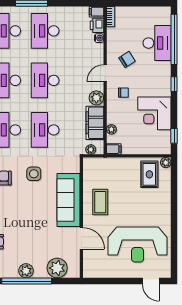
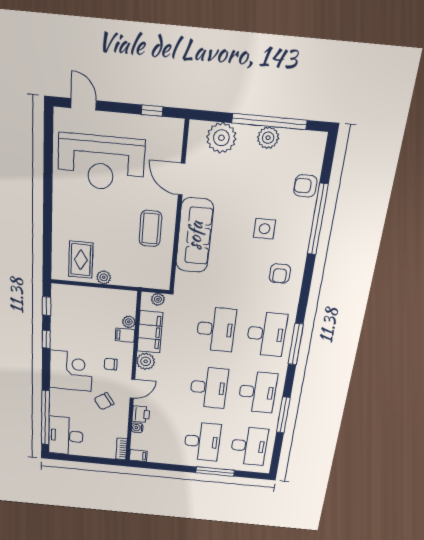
printer: (97, 25) -> (141, 414), moved
desk: (157, 43) -> (66, 436), moved
window: (174, 84) -> (46, 339), moved
corner desk: (154, 113) -> (71, 371), moved
filing cabinet: (114, 149) -> (125, 335), moved
plant: (166, 163) -> (104, 277), moved
side table: (34, 174) -> (264, 229), moved
reception desk: (137, 244) -> (101, 163), turned 180
window: (105, 281) -> (152, 111), added

